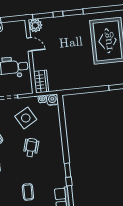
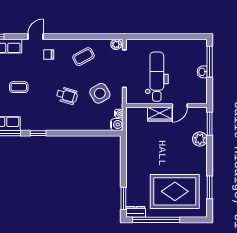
window: (73, 13) -> (210, 187), moved
plant: (35, 25) -> (200, 139), moved
wardrobe: (41, 82) -> (160, 114), moved

